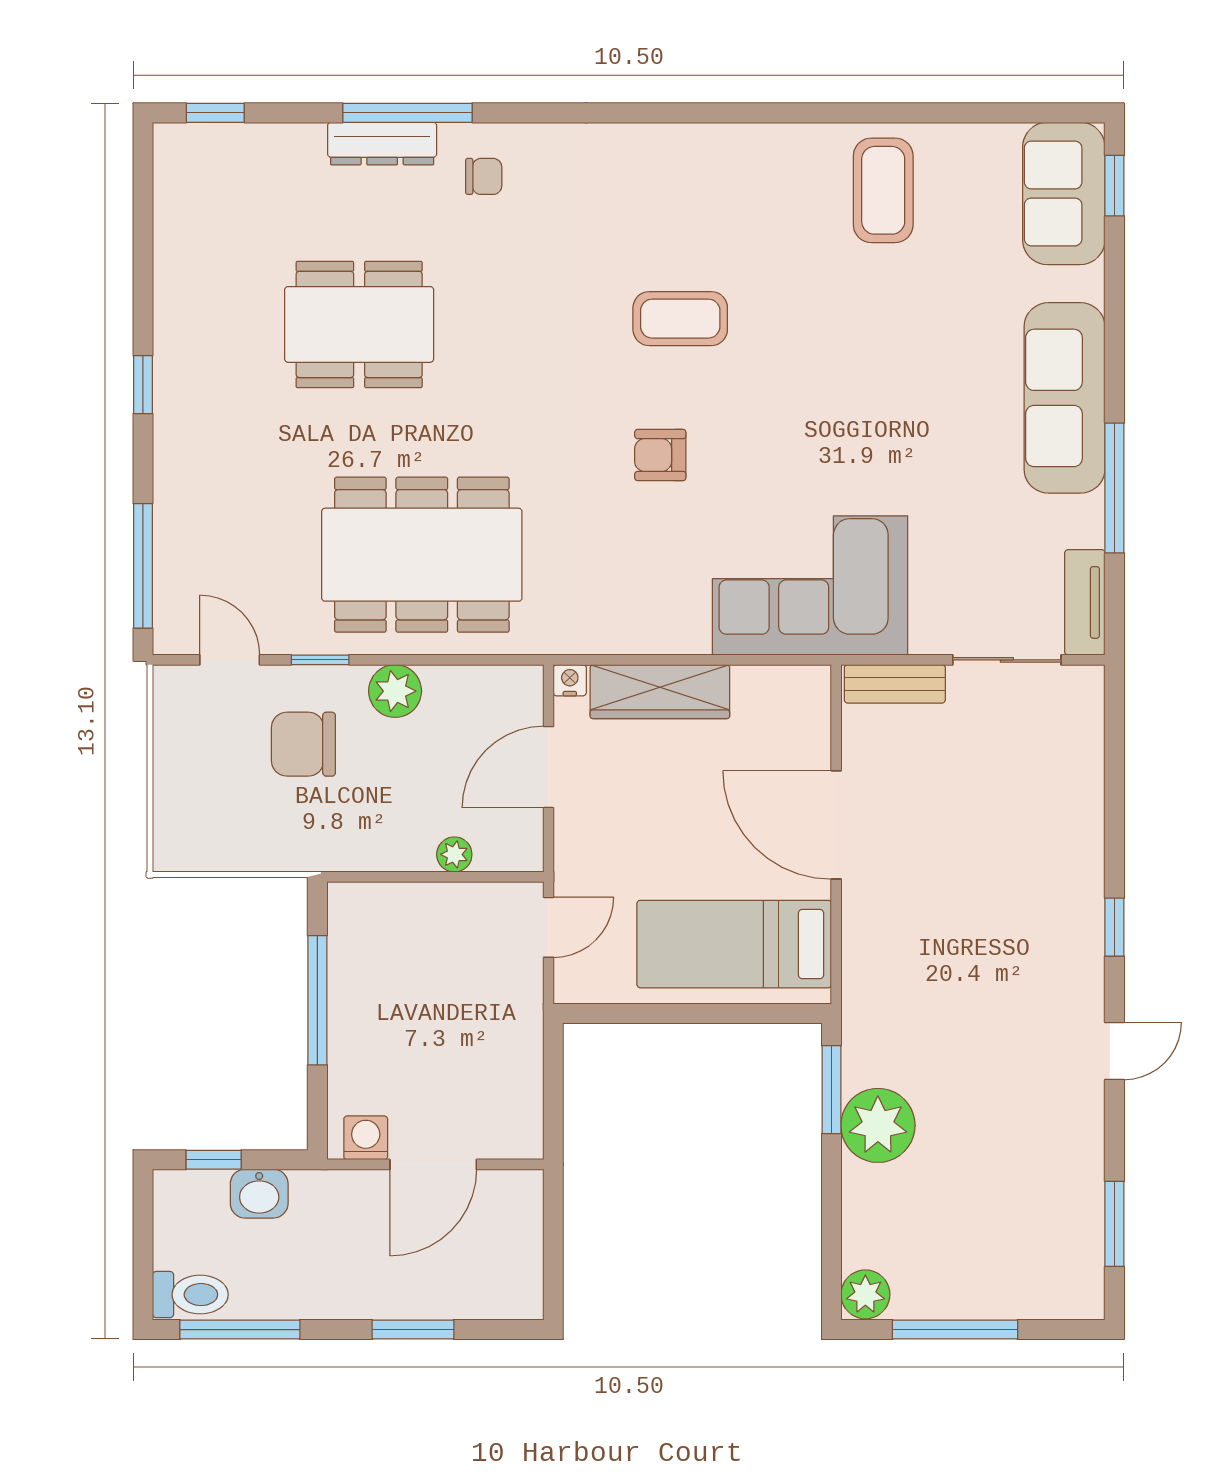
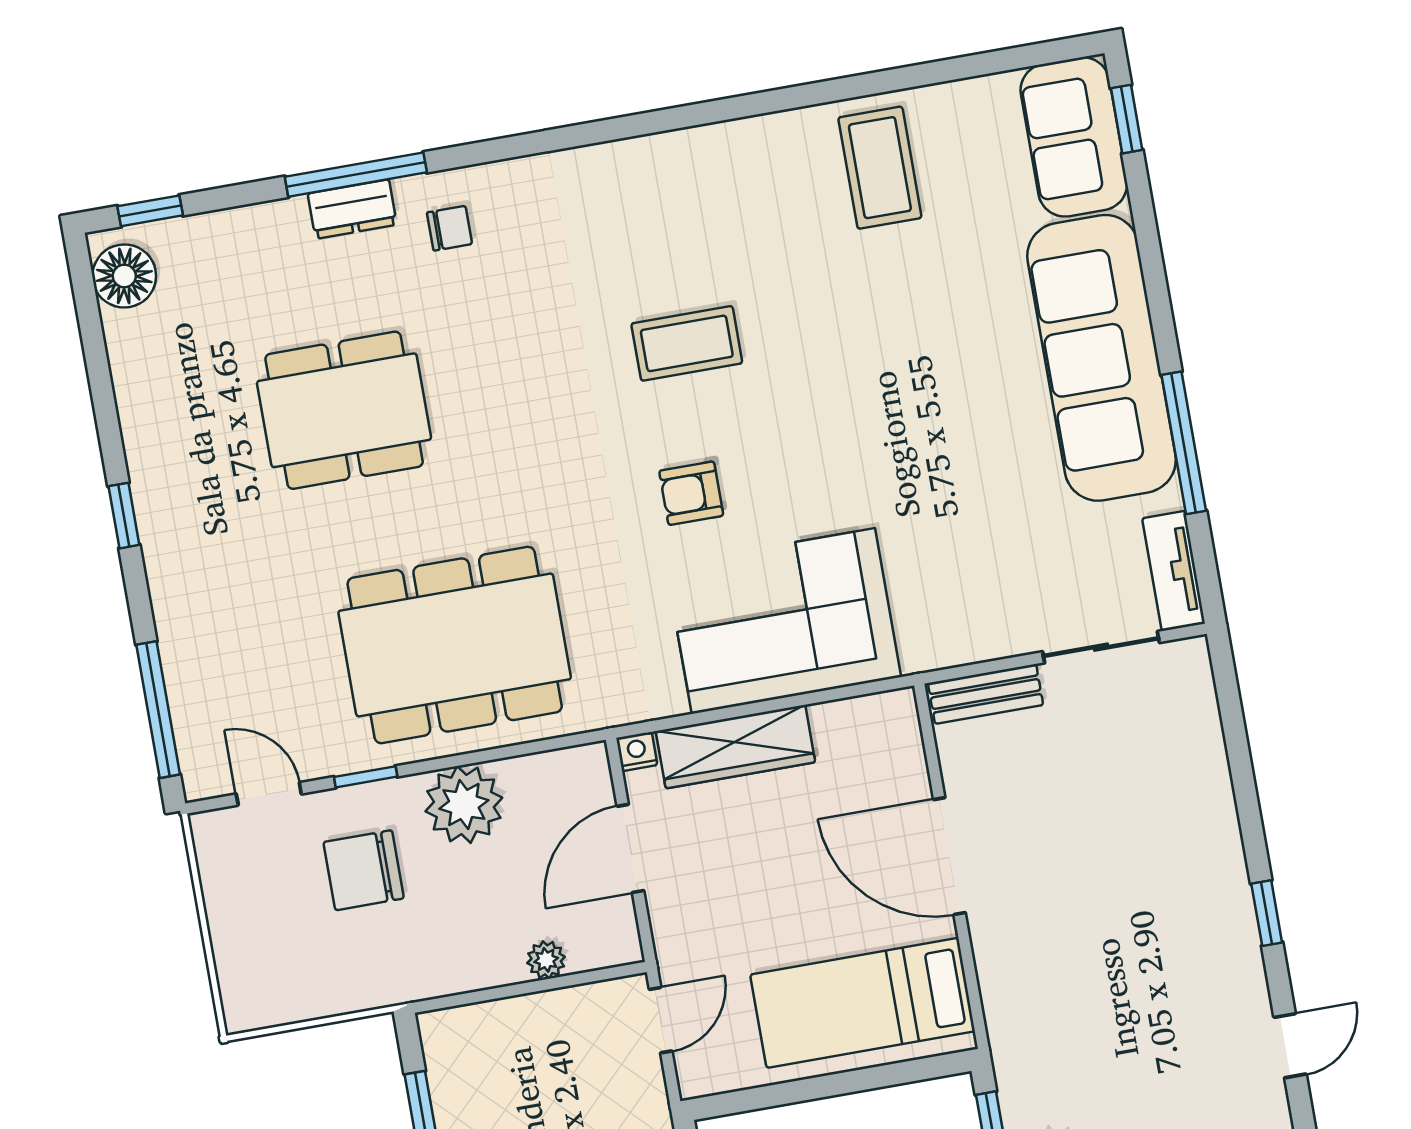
dresser: (382, 144) -> (352, 209), width x0.70
floor lamp: (182, 168) -> (124, 276), added
sofa: (1064, 398) -> (1102, 358), width x1.36, depth x1.27
corner sofa: (810, 585) -> (783, 621), moved
plant: (395, 691) -> (464, 804), width x1.36, depth x1.36

